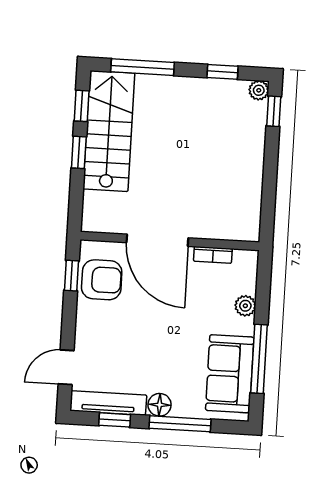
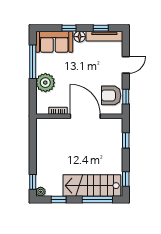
stairs: (109, 131) -> (92, 186), moved, turned 90
window: (79, 152) -> (126, 140), moved
plant: (245, 306) -> (45, 83), width x1.88, depth x1.88
door: (66, 367) -> (126, 65), moved
sofa: (230, 374) -> (54, 42), moved, turned 90
window: (180, 424) -> (69, 28), width x0.46

